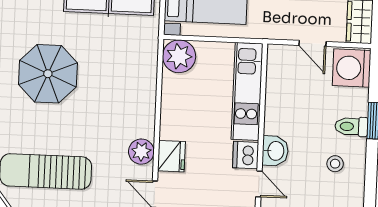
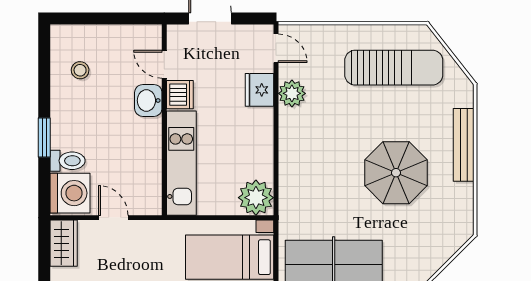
toilet: (351, 127) -> (68, 161), moved
stool: (335, 164) -> (80, 70), moved

